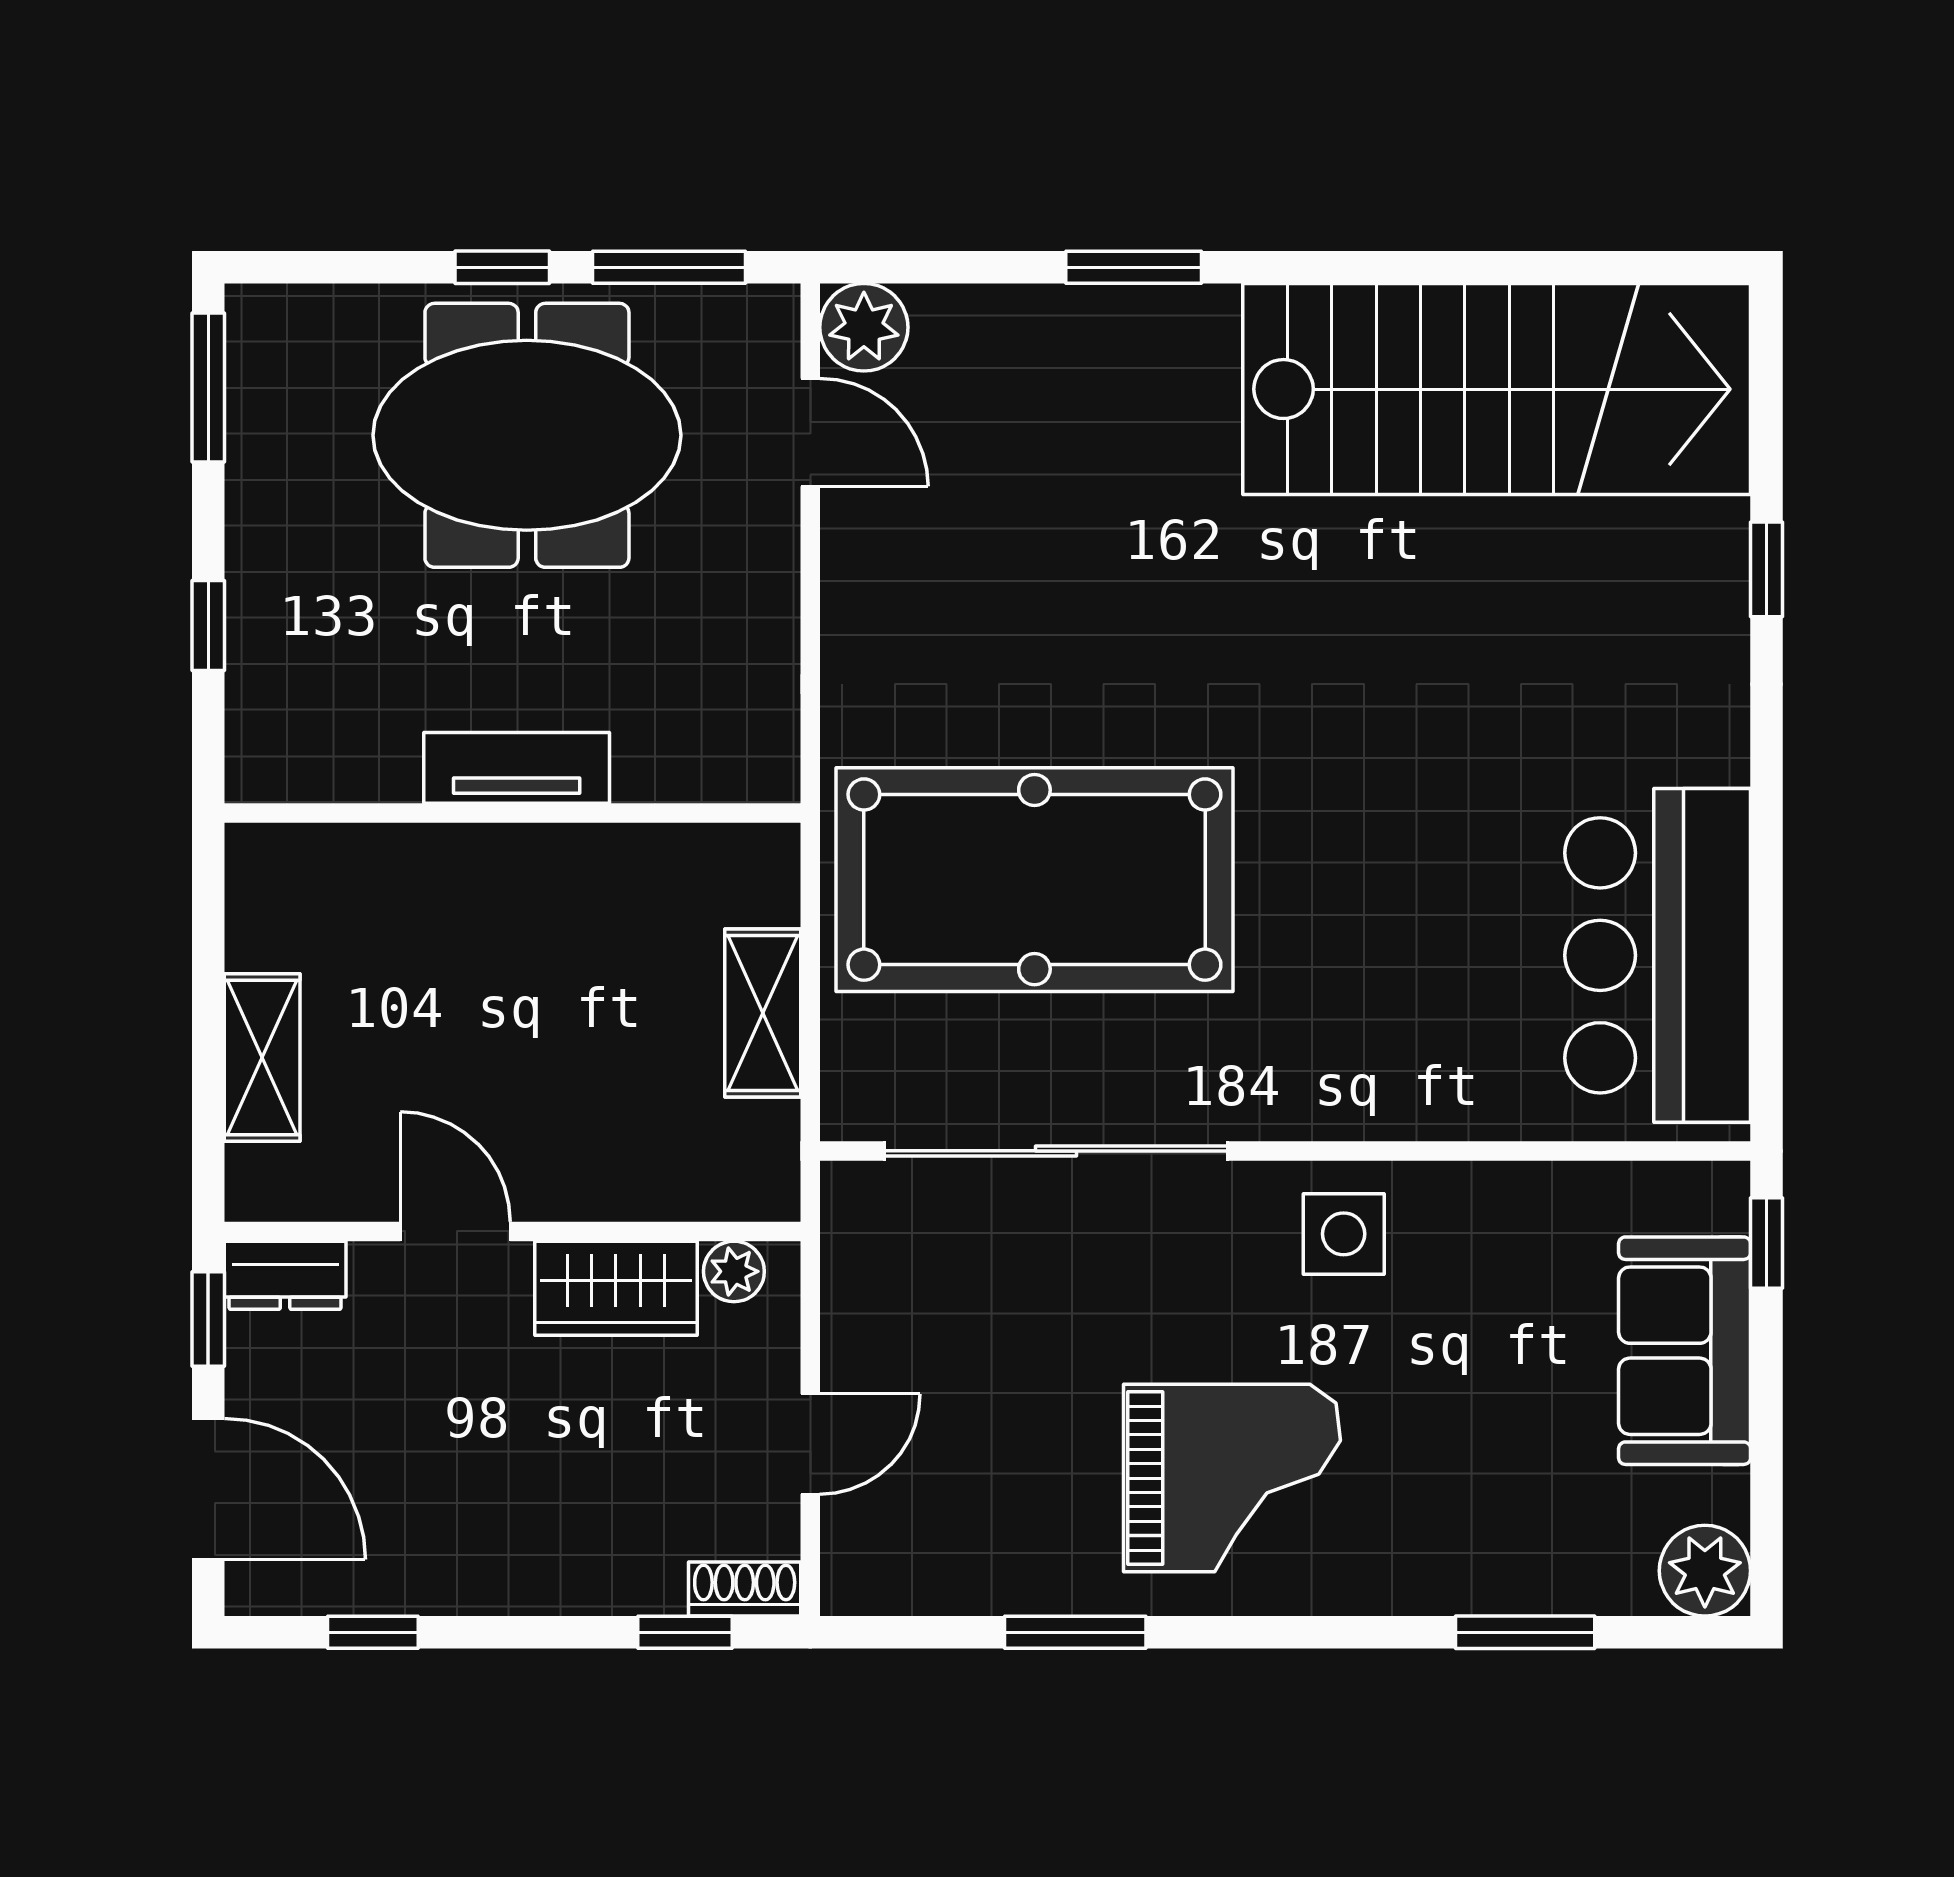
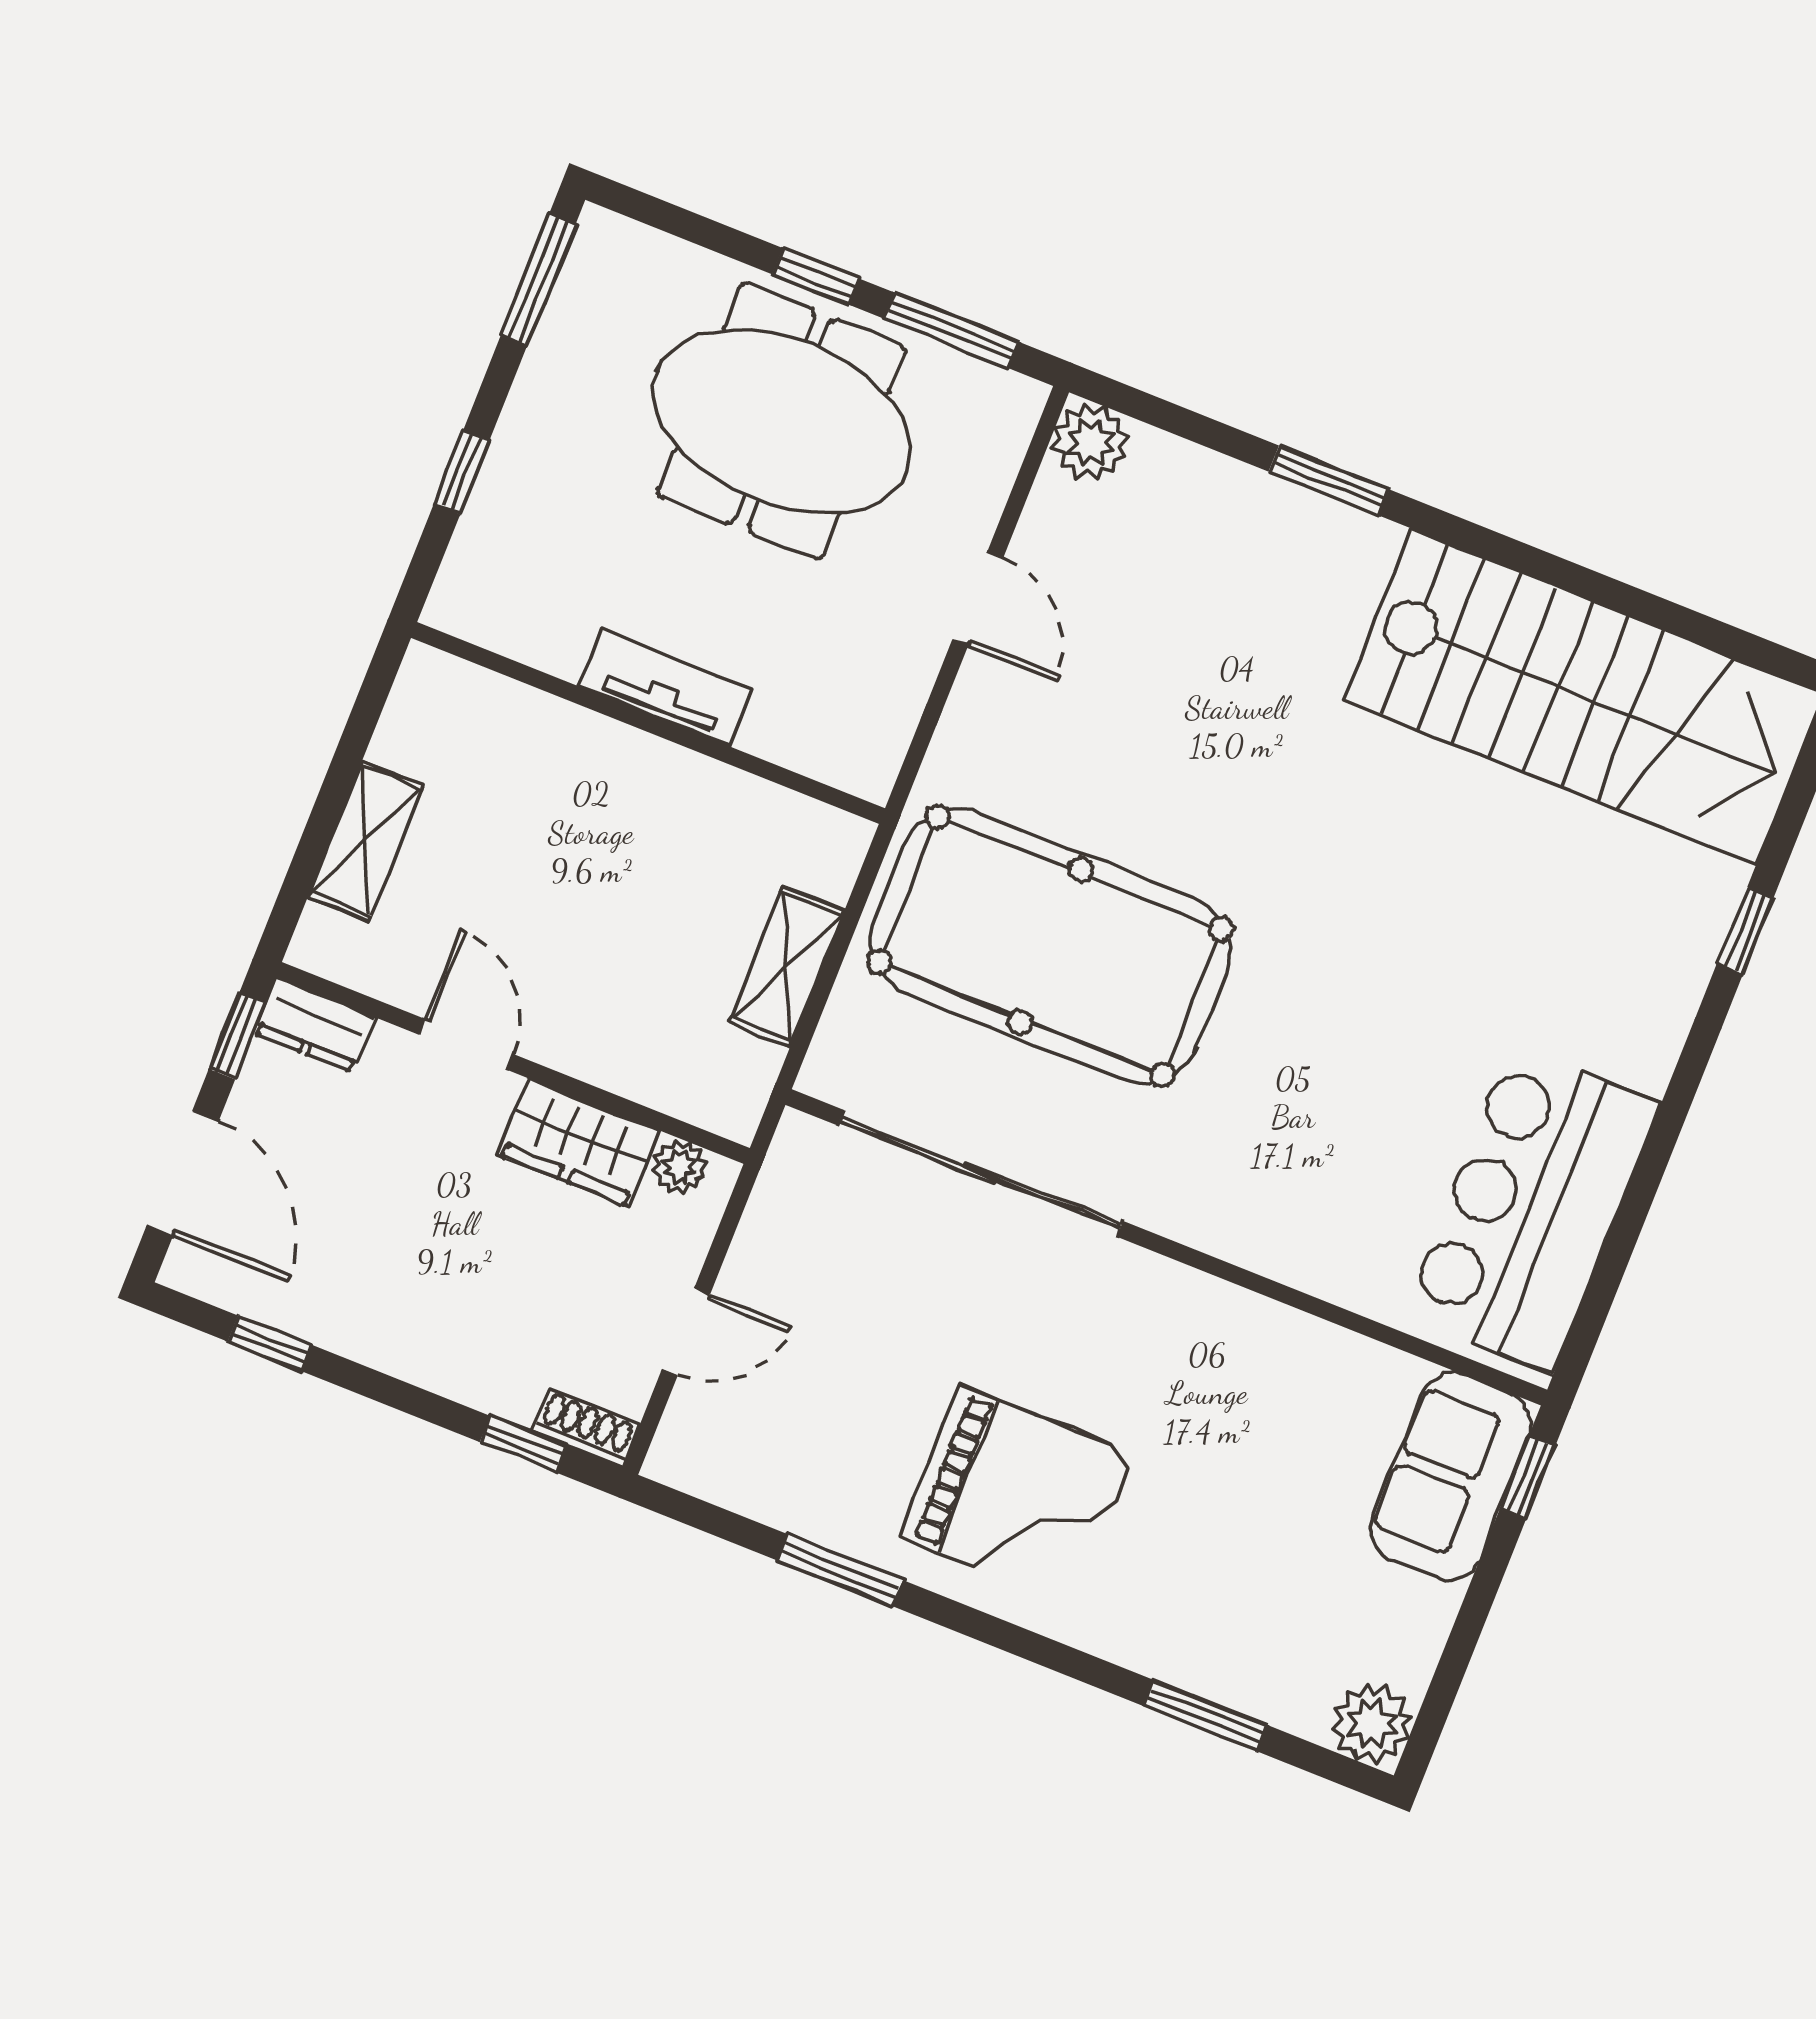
door: (810, 432) -> (978, 599), moved
side table: (1344, 1234) -> (1187, 1334), removed
sofa: (1685, 1351) -> (1451, 1477), moved

